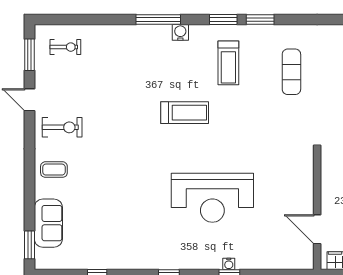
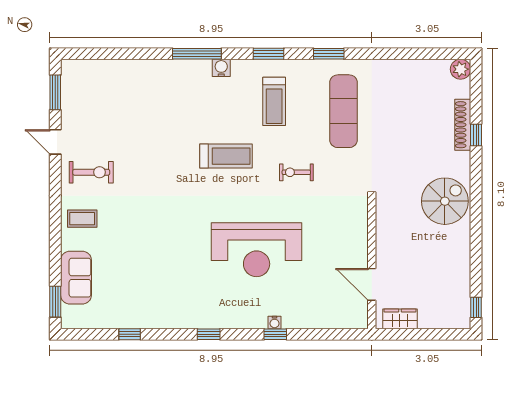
window: (260, 20) -> (329, 54), moved
exercise bike: (65, 47) -> (296, 172), moved, turned 180
exercise mat: (291, 72) -> (343, 111), width x1.36, depth x1.45

